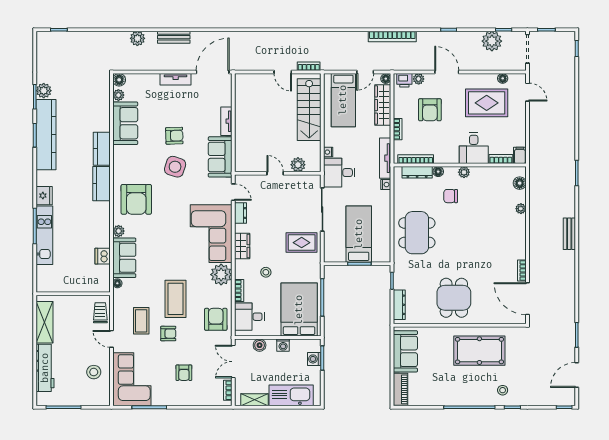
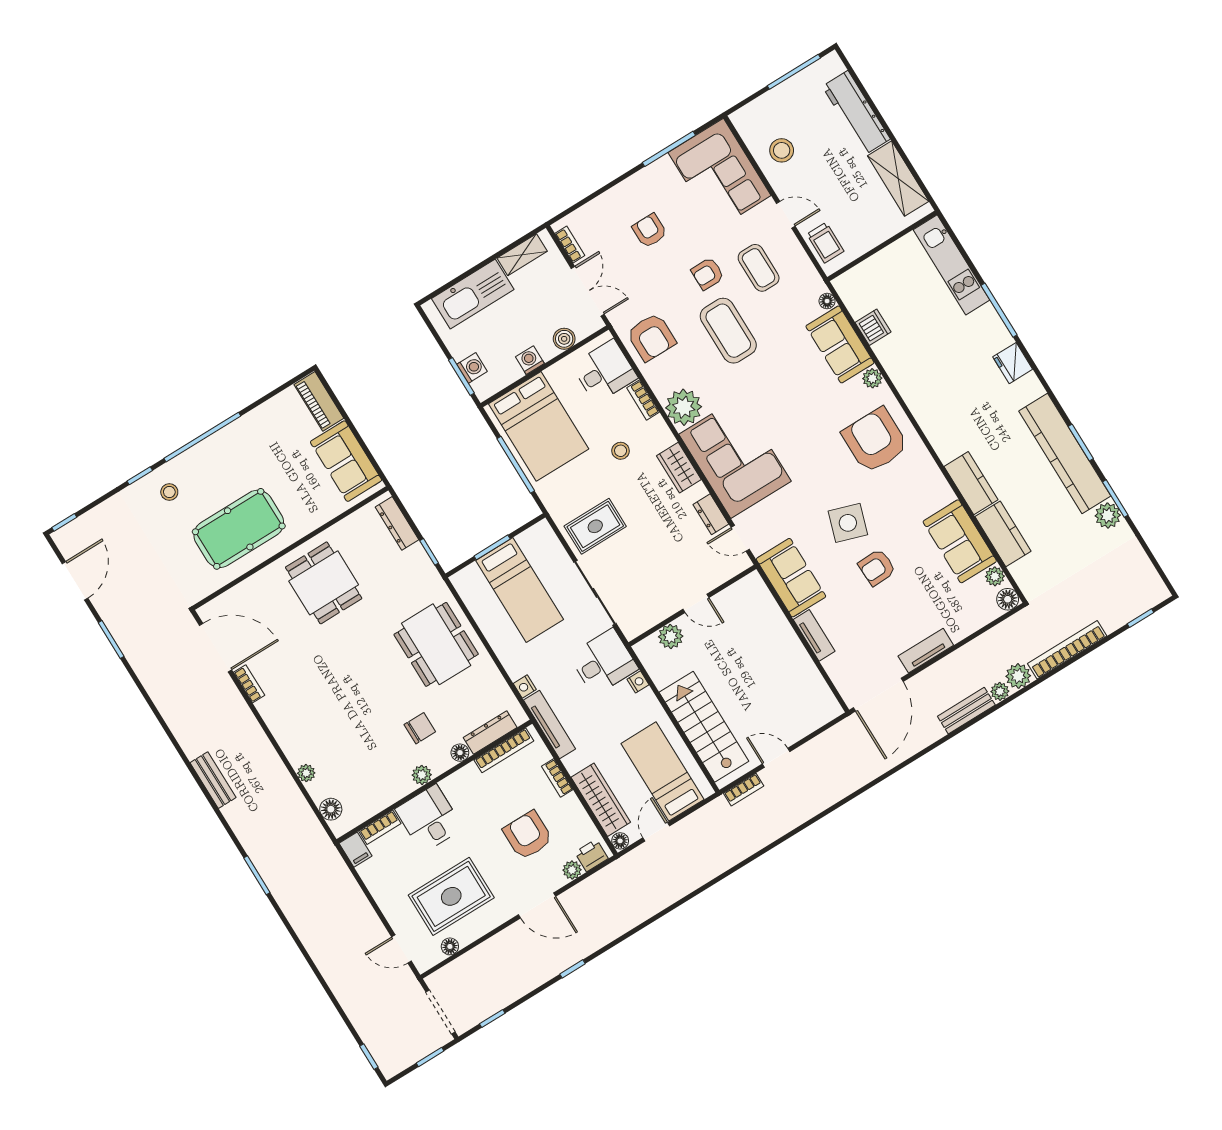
bookcase: (392, 36) -> (1067, 650), moved
plant: (492, 41) -> (1000, 691), moved, width x0.53, depth x0.53
kitchen counter: (101, 184) -> (1003, 534), moved
kitchen unit: (44, 235) -> (952, 265), moved

